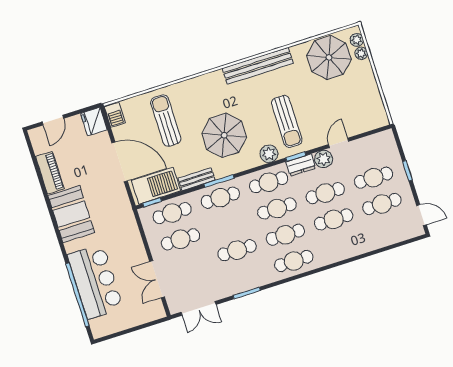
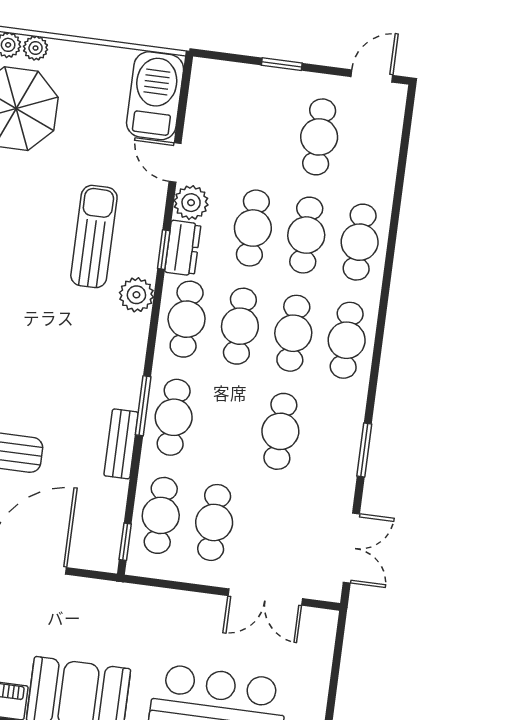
sun lounger: (287, 121) -> (94, 236), turned -90
parasol: (224, 135) -> (67, 359), removed
cafe table: (373, 178) -> (360, 242), moved
barbecue: (156, 186) -> (155, 96), moved

